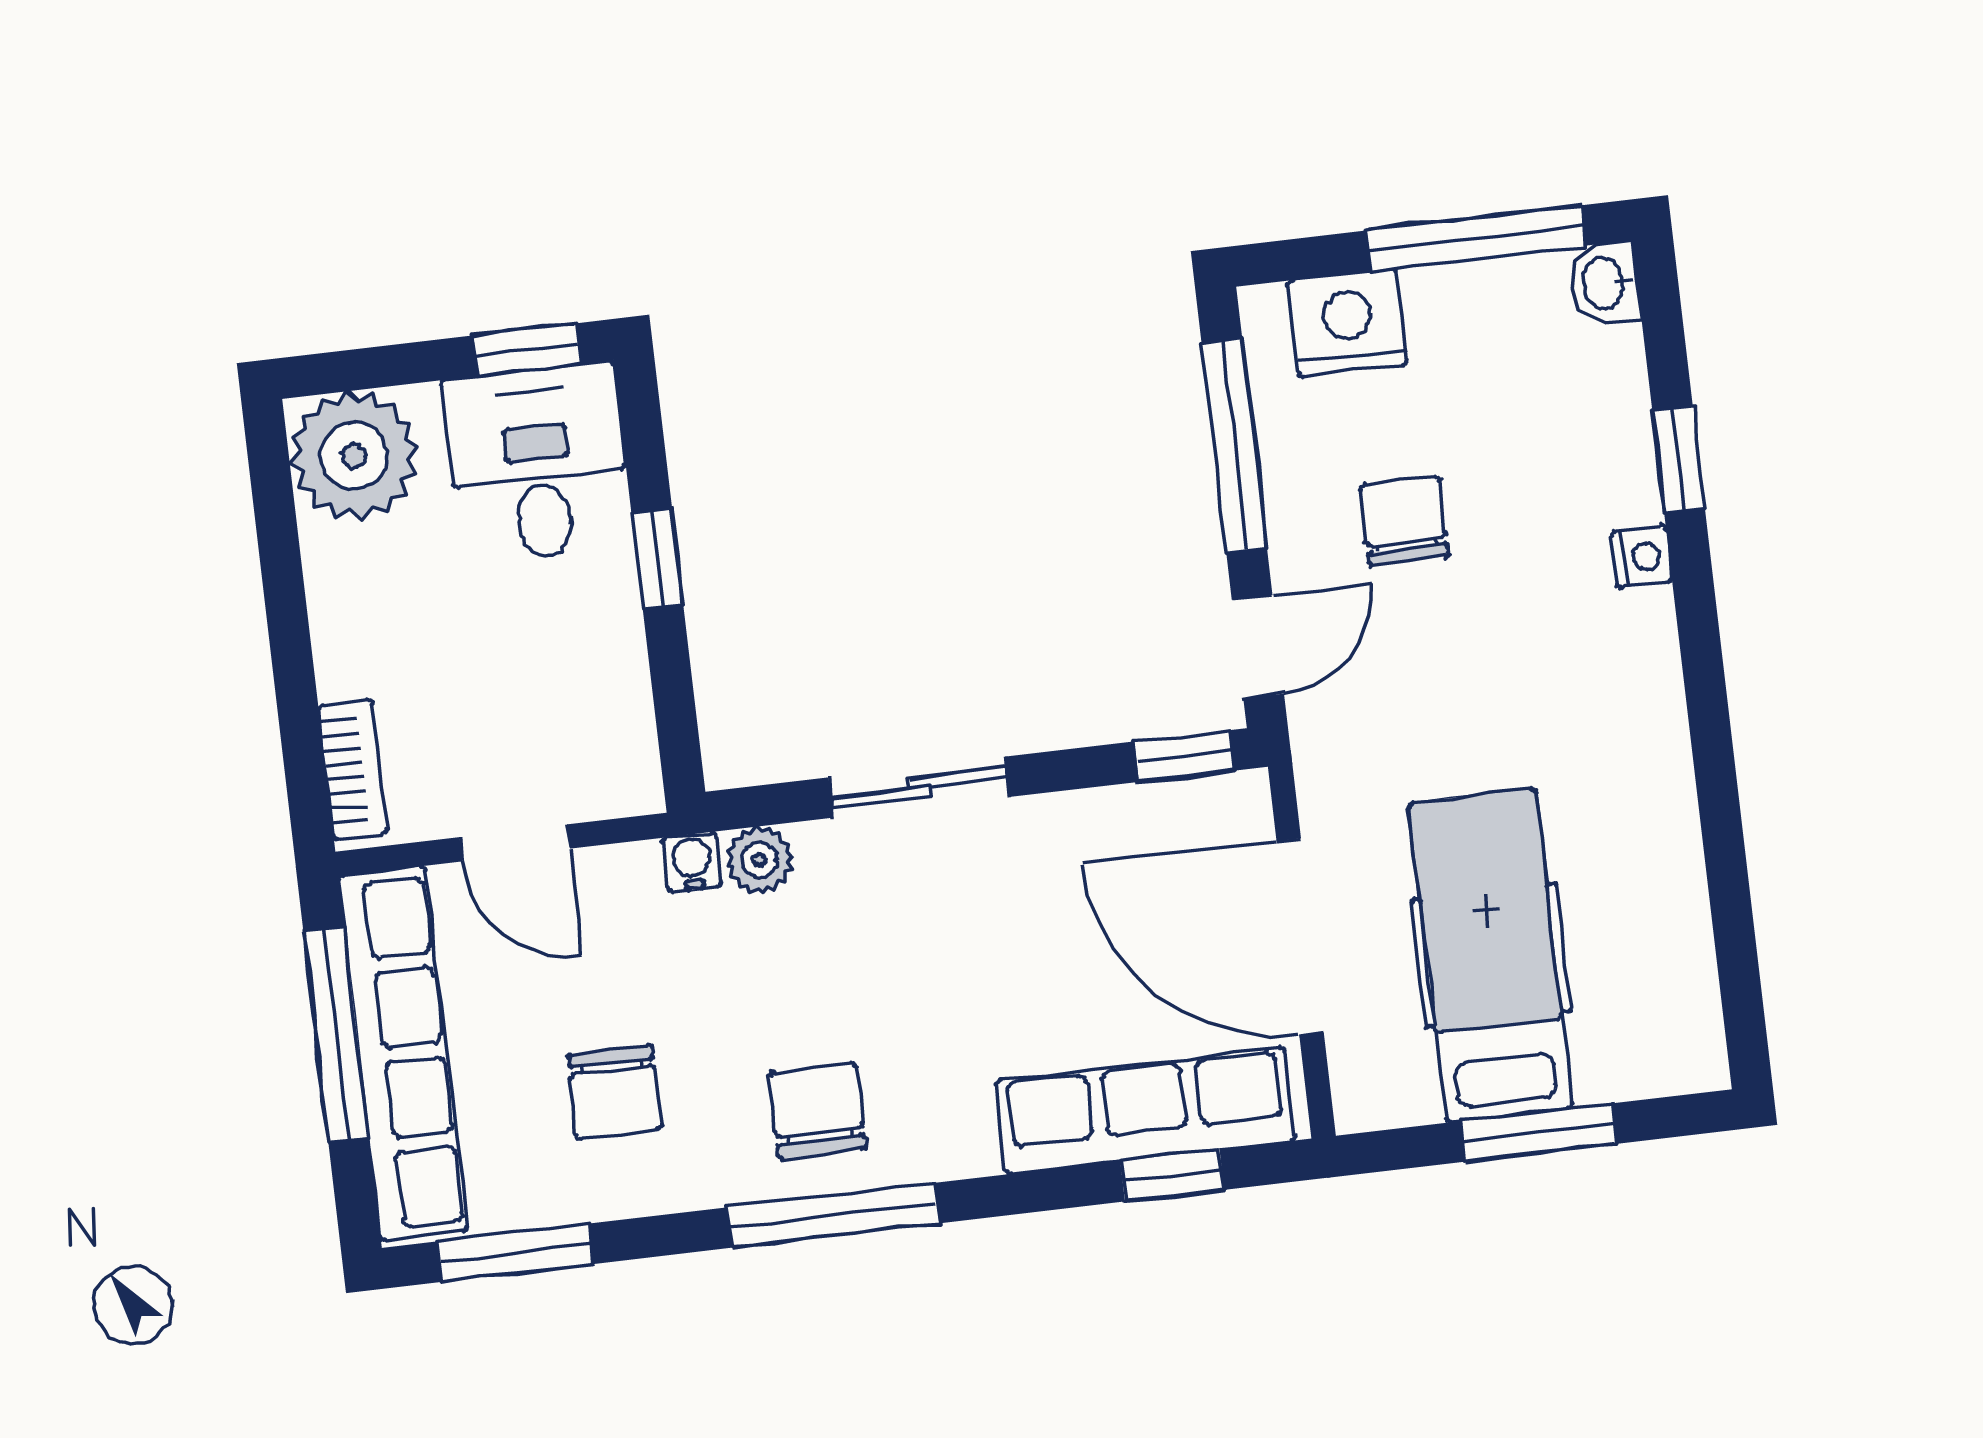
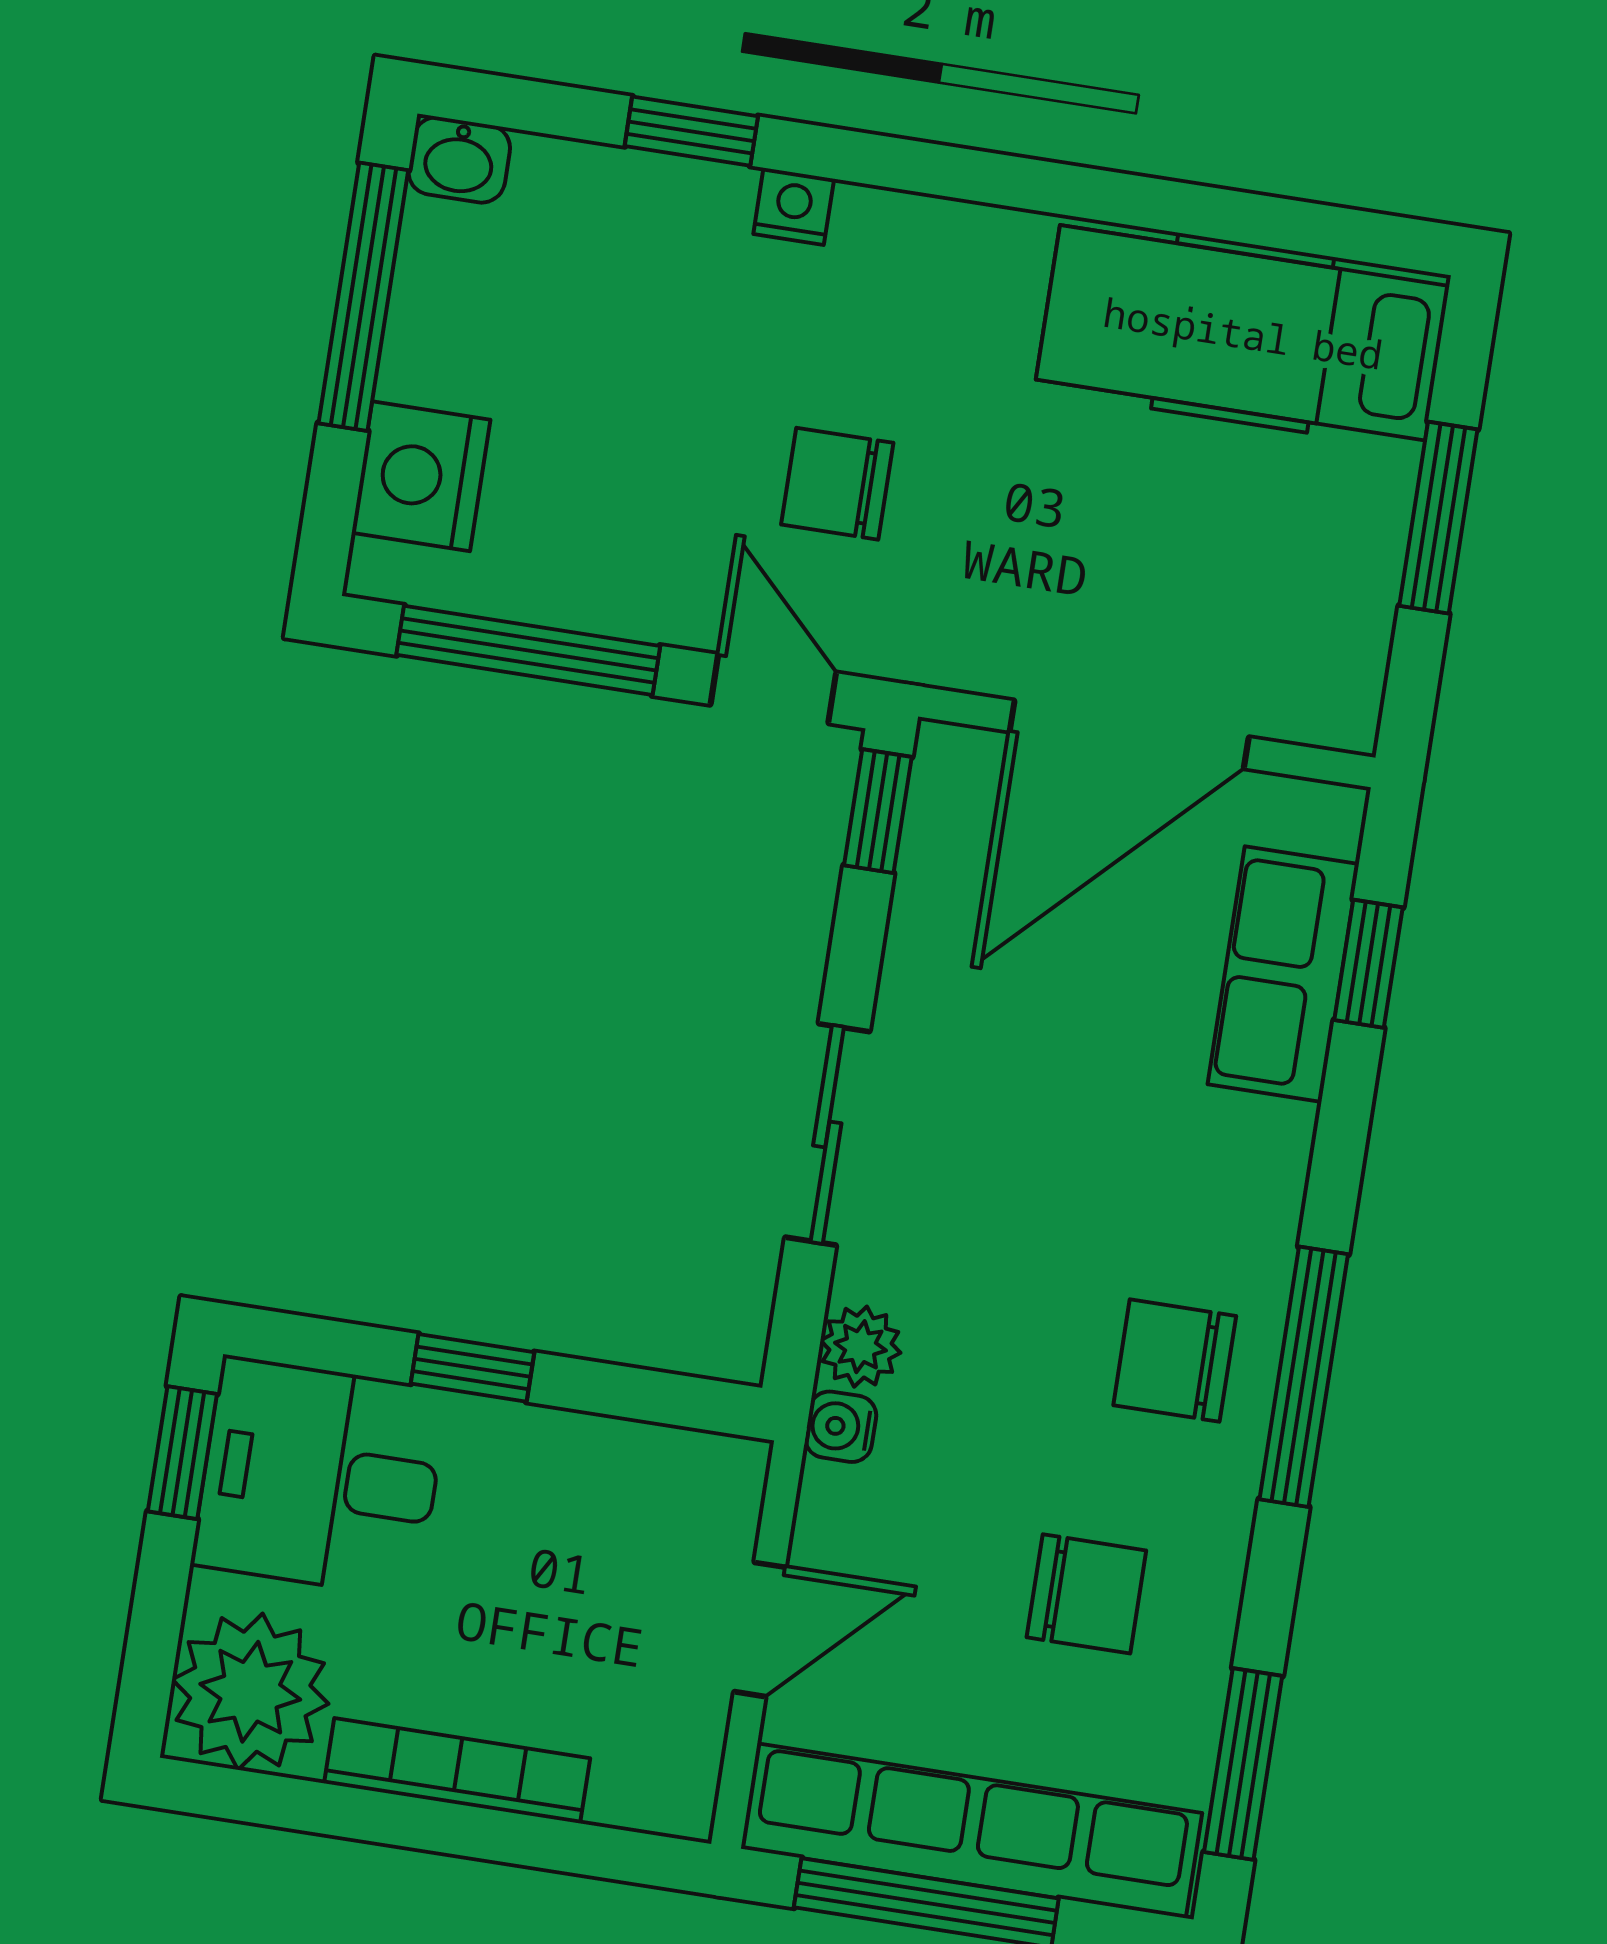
chair: (1404, 521) -> (837, 484), moved
bookcase: (353, 770) -> (457, 1771), moved, width x1.56
hospital bed: (1491, 955) -> (1243, 333), moved
row of seats: (1145, 1111) -> (1283, 974), width x0.68

